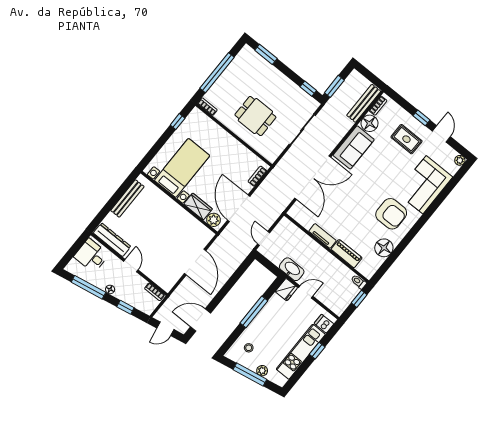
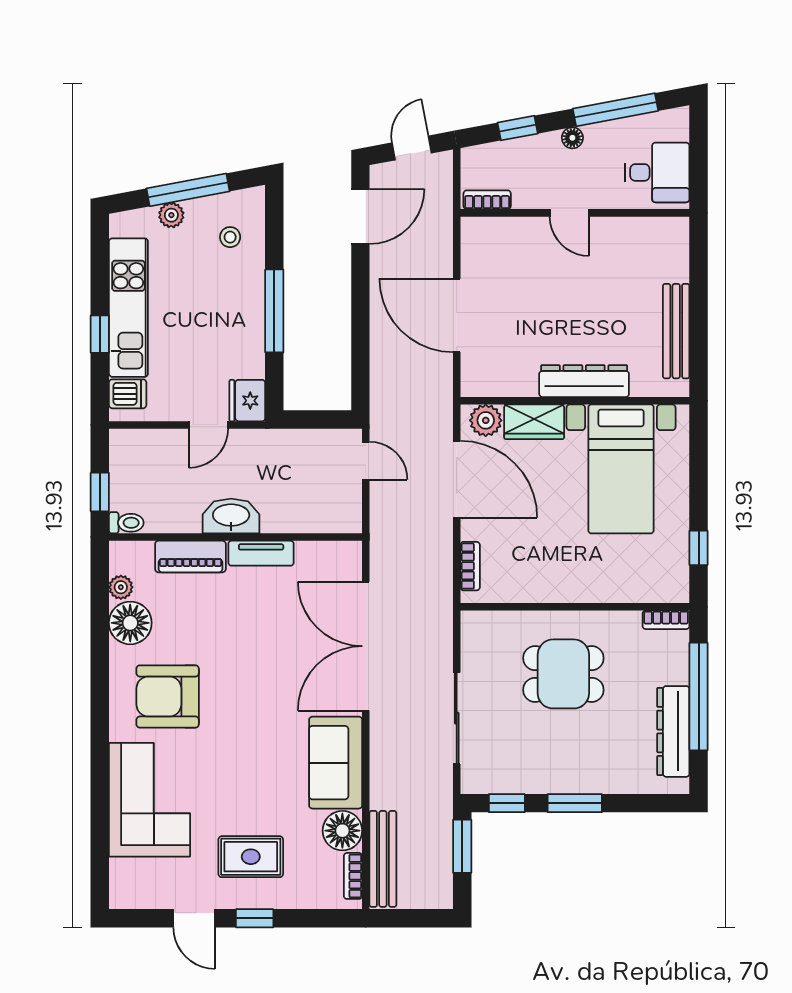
window: (266, 54) -> (575, 803), moved
dresser: (235, 68) -> (673, 731), added
plant: (460, 160) -> (121, 587), moved
dresser: (112, 240) -> (584, 381), moved, turned 180
washbasin: (292, 269) -> (231, 516), moved, turned 180

